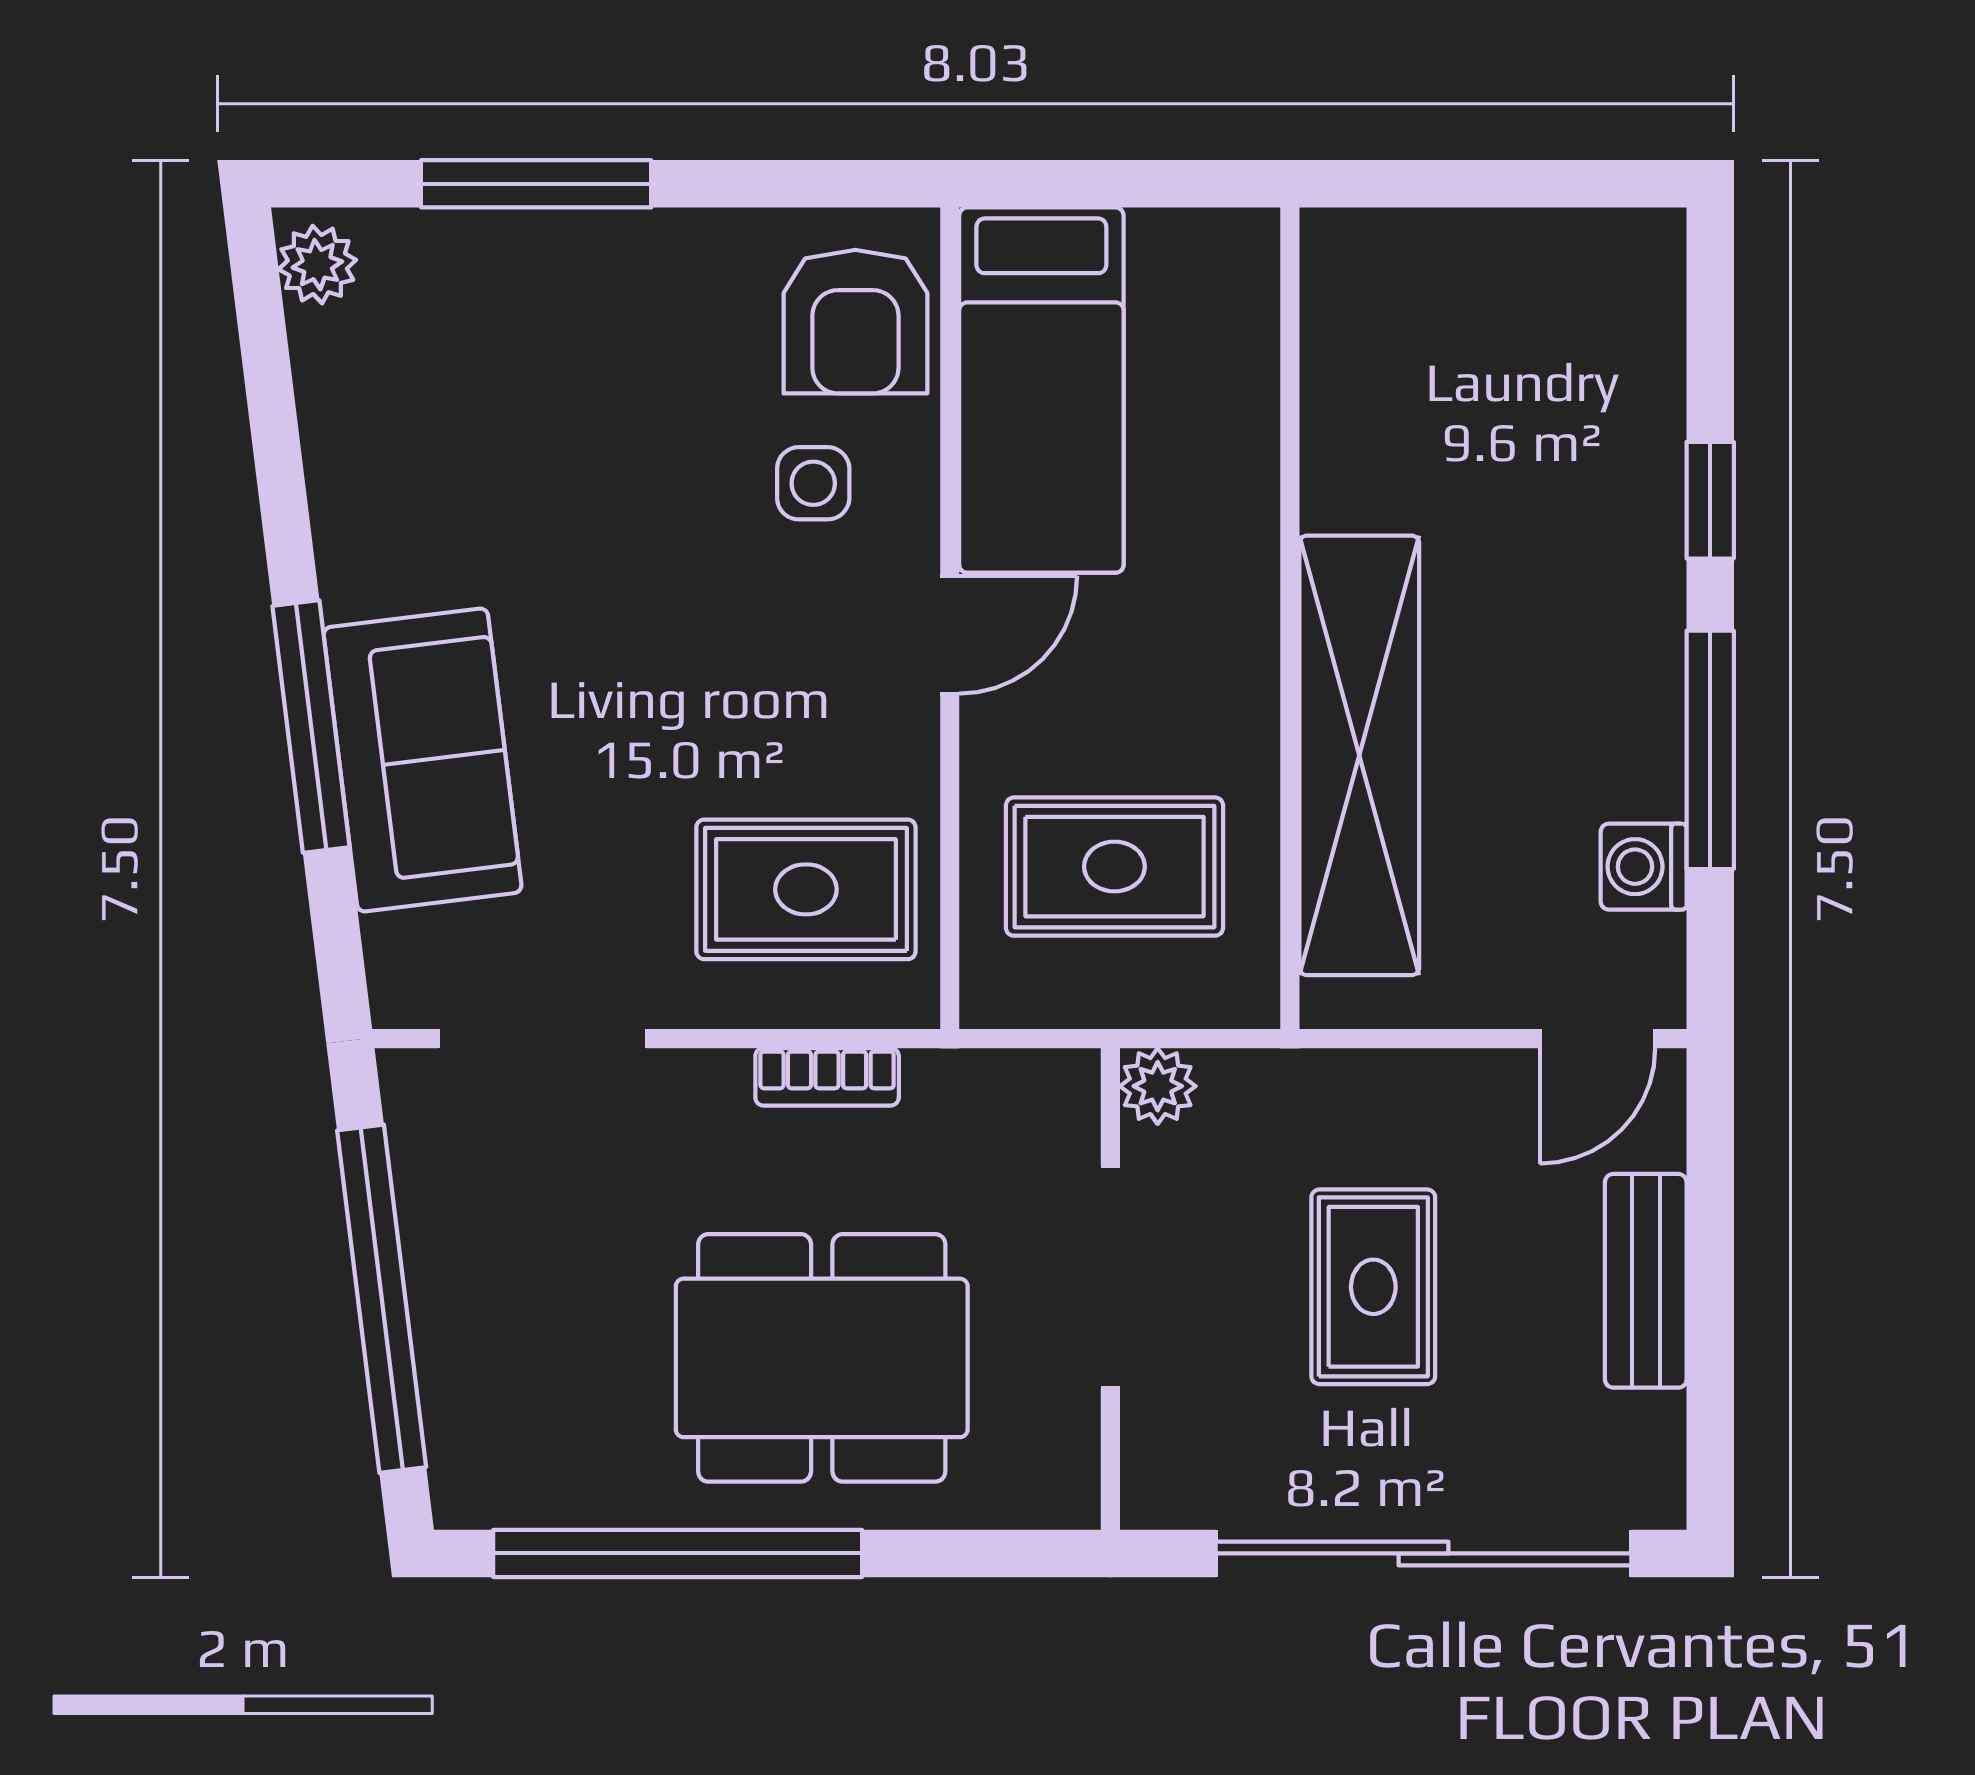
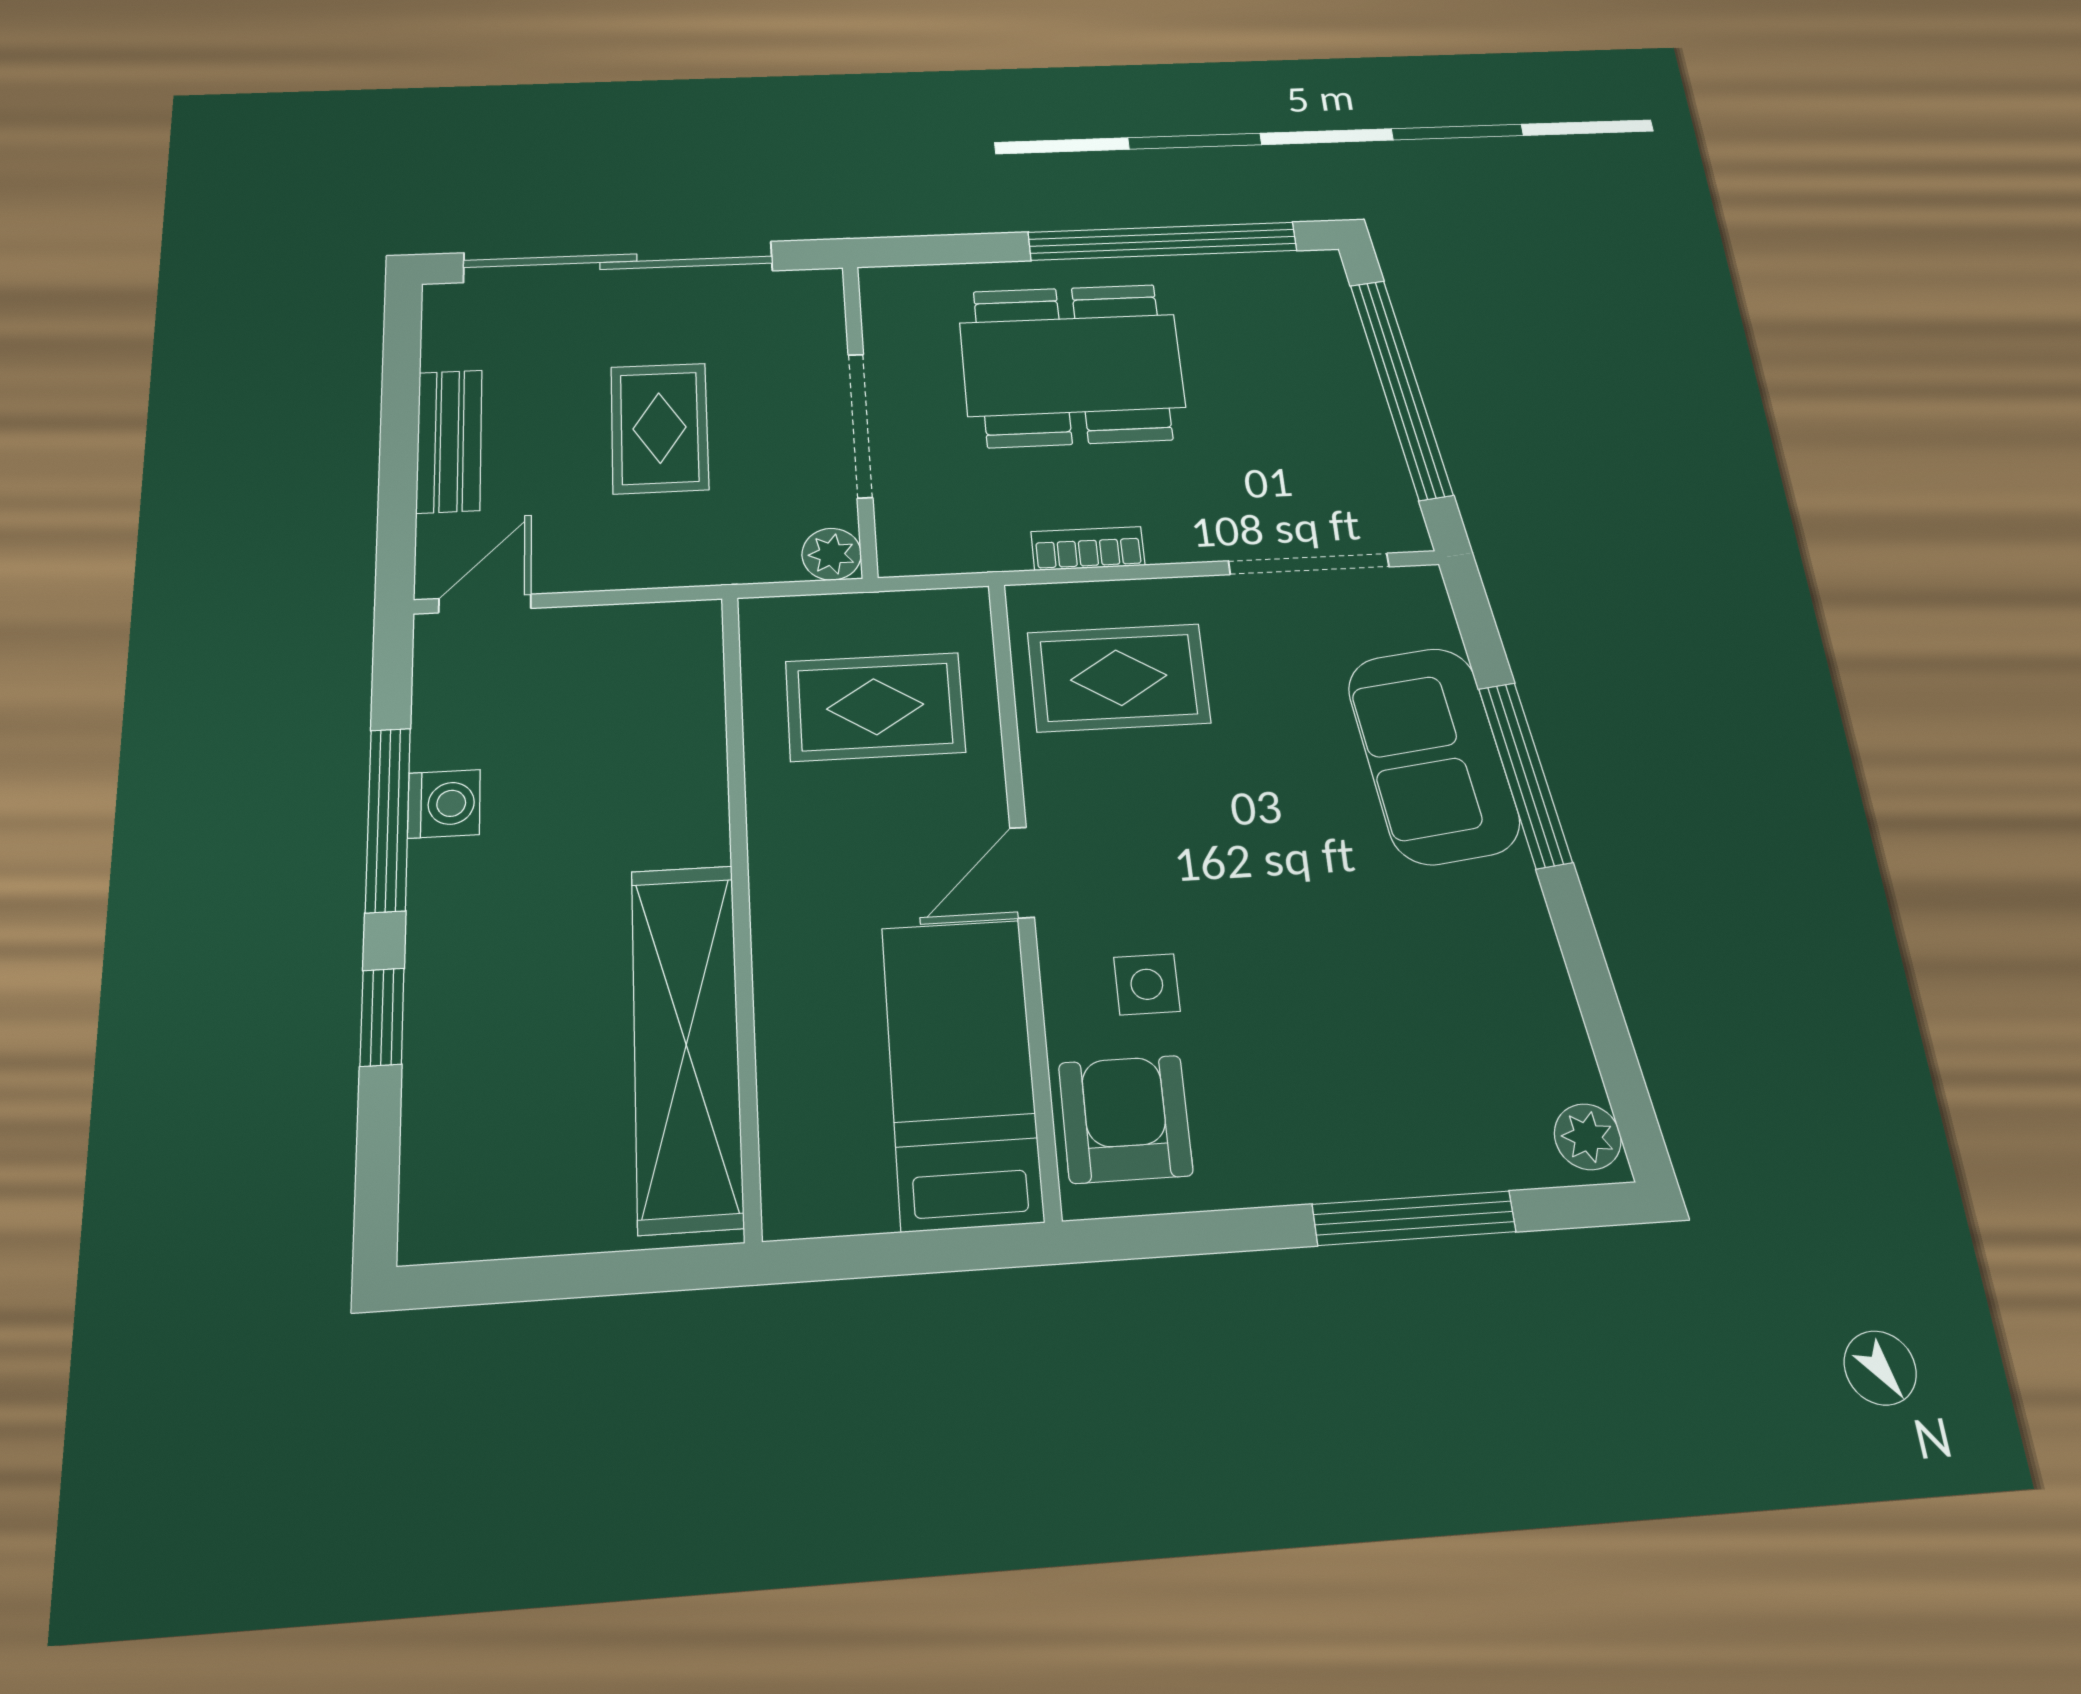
shelving: (1359, 755) -> (686, 1045), moved
washing machine: (1644, 867) -> (444, 804), moved

